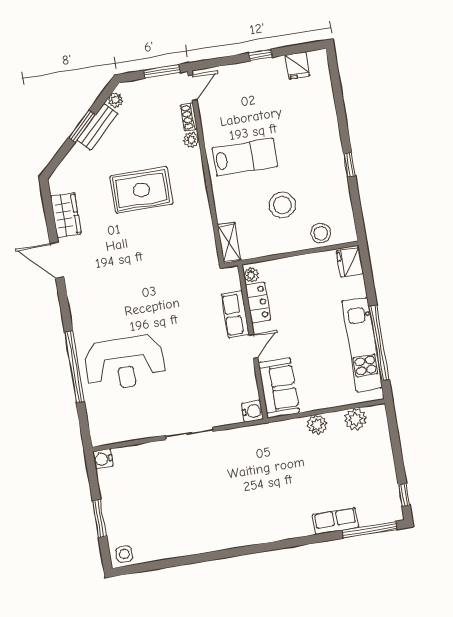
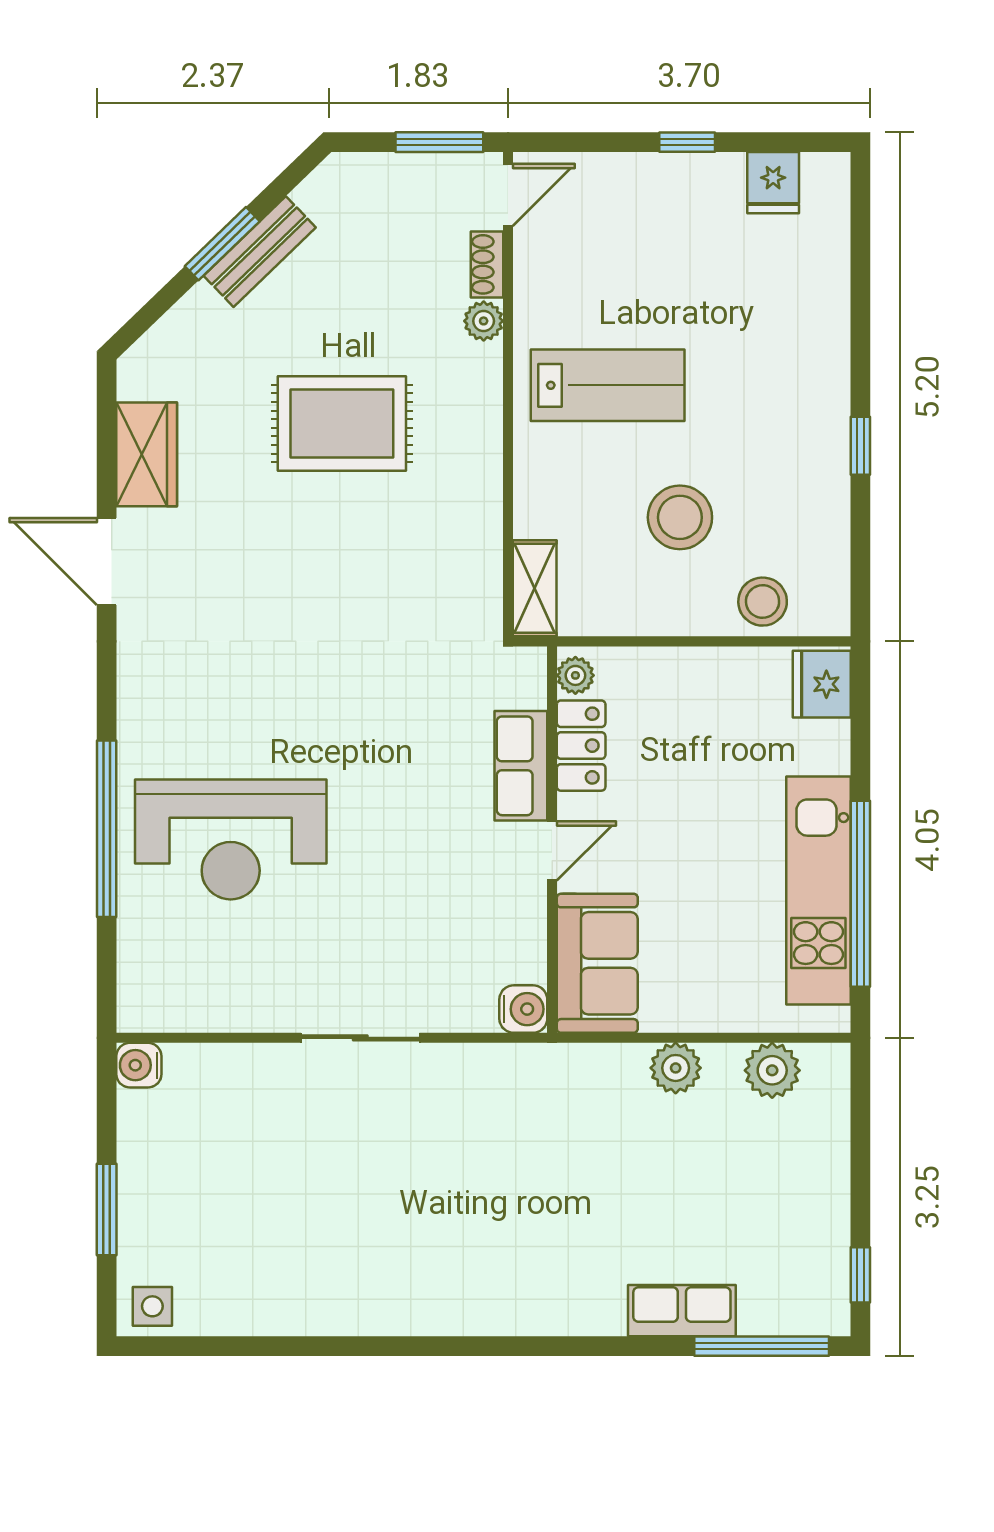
plant: (115, 100) -> (315, 194), removed

